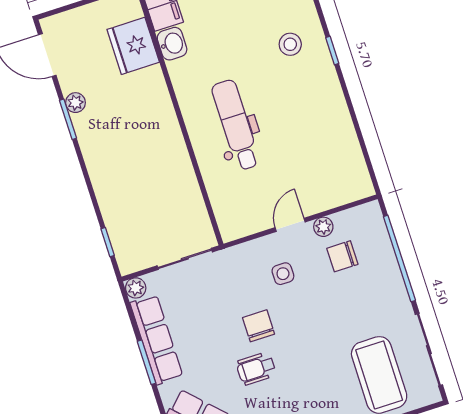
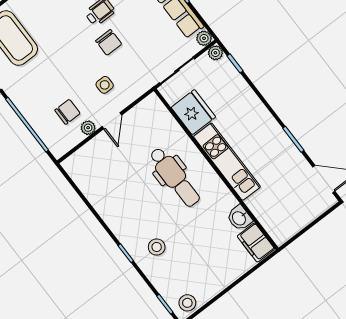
fridge: (133, 46) -> (193, 112), moved
plant: (75, 103) -> (215, 53), moved
kitchen unit: (162, 121) -> (227, 162), added

